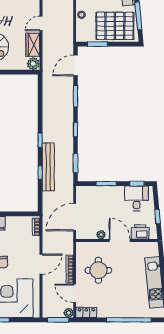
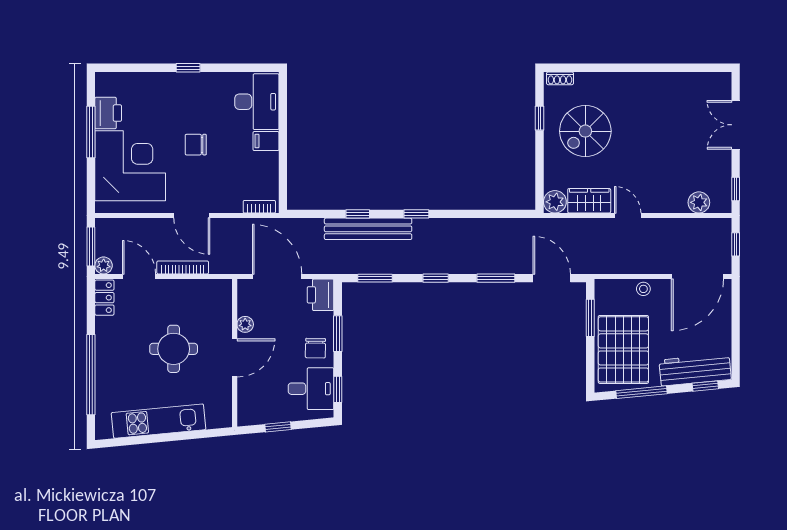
chair: (114, 196) -> (315, 348), added
printer: (140, 232) -> (321, 295), moved, turned 180
round table: (98, 270) -> (174, 349), moved
door: (75, 293) -> (139, 276), hinge flipped

